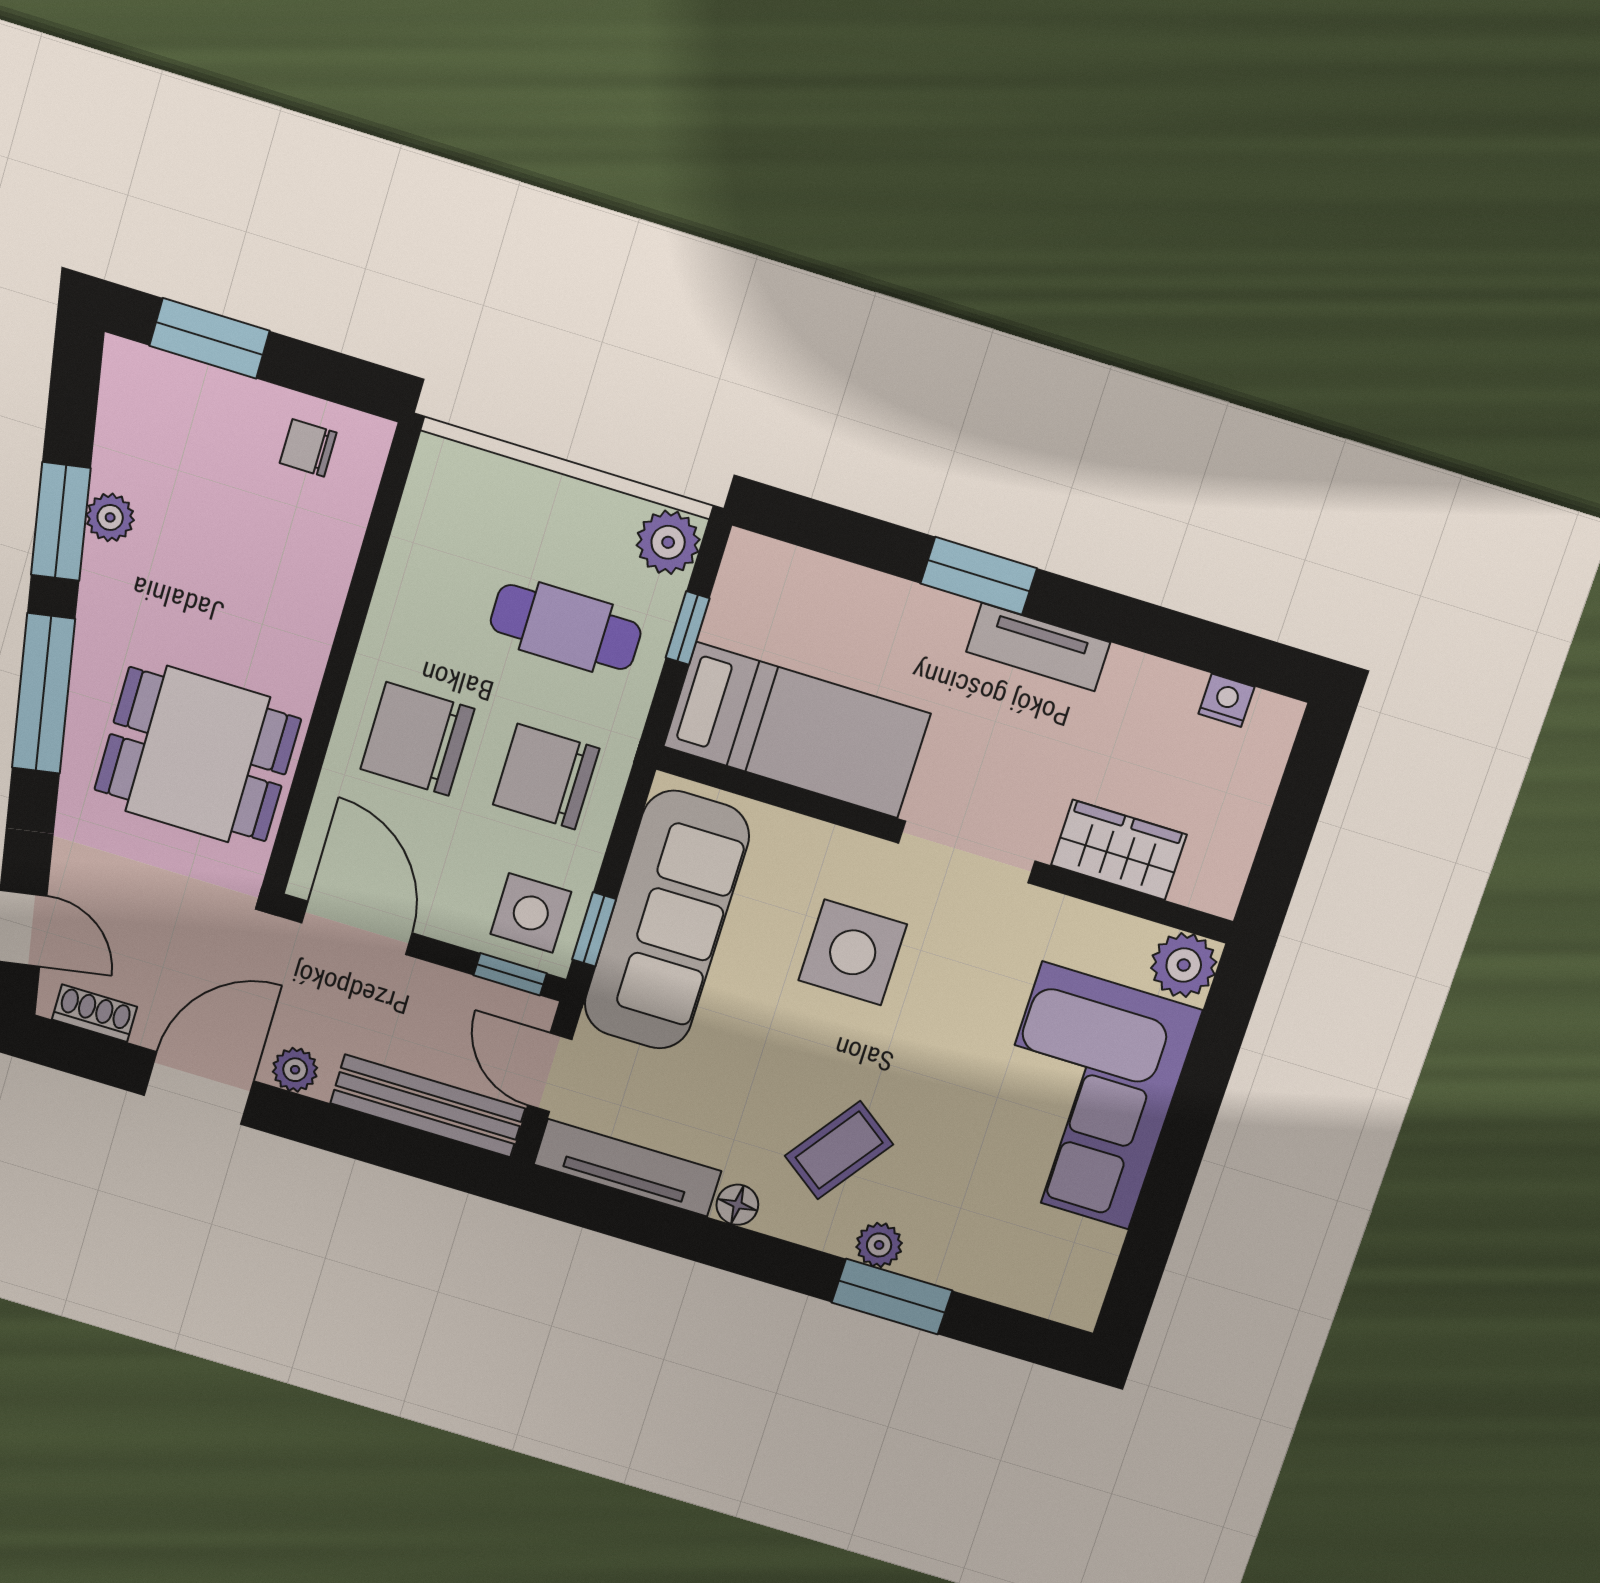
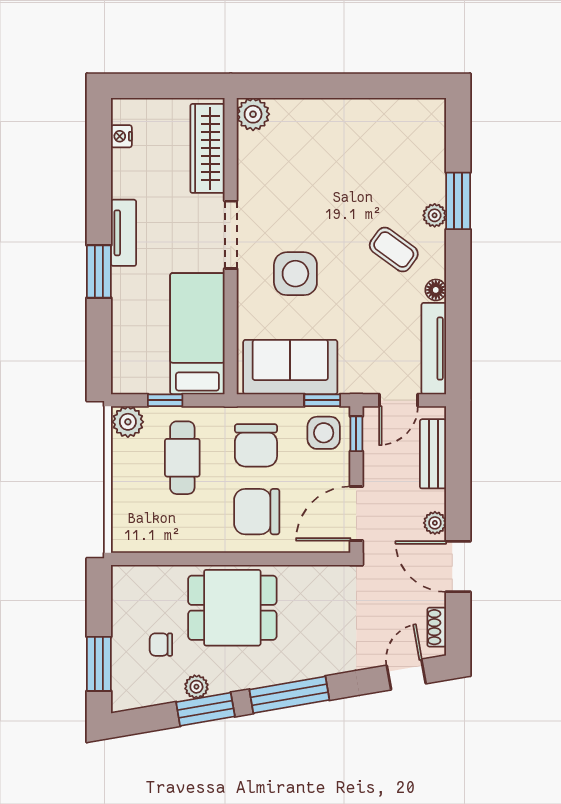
chair: (308, 448) -> (161, 645), moved, turned 90
chair: (417, 739) -> (257, 512), turned 90
dining table: (198, 754) -> (232, 608), moved, turned 90
wardrobe: (1119, 850) -> (207, 148), width x1.50
sofa: (667, 920) -> (290, 367), width x0.73
corner sofa: (1086, 1096) -> (331, 140), removed
bench: (428, 1106) -> (433, 454), width x0.73

